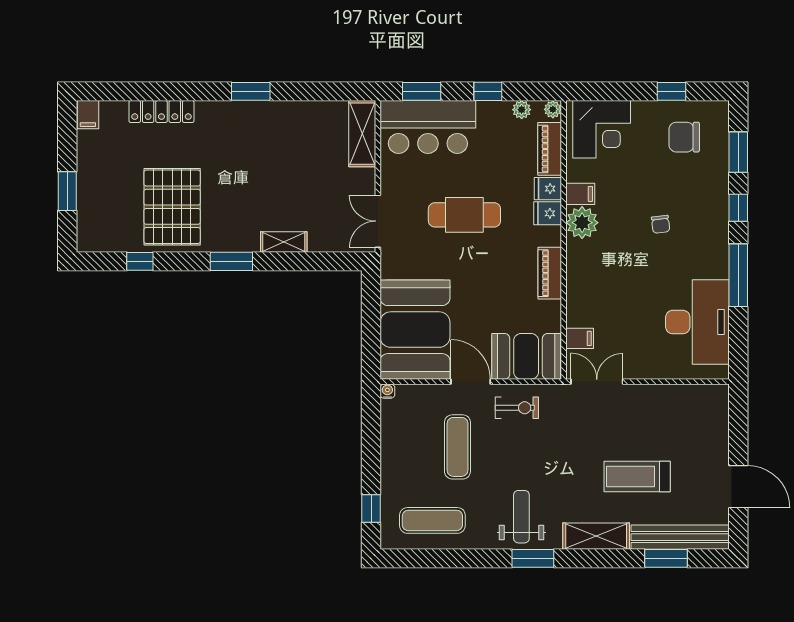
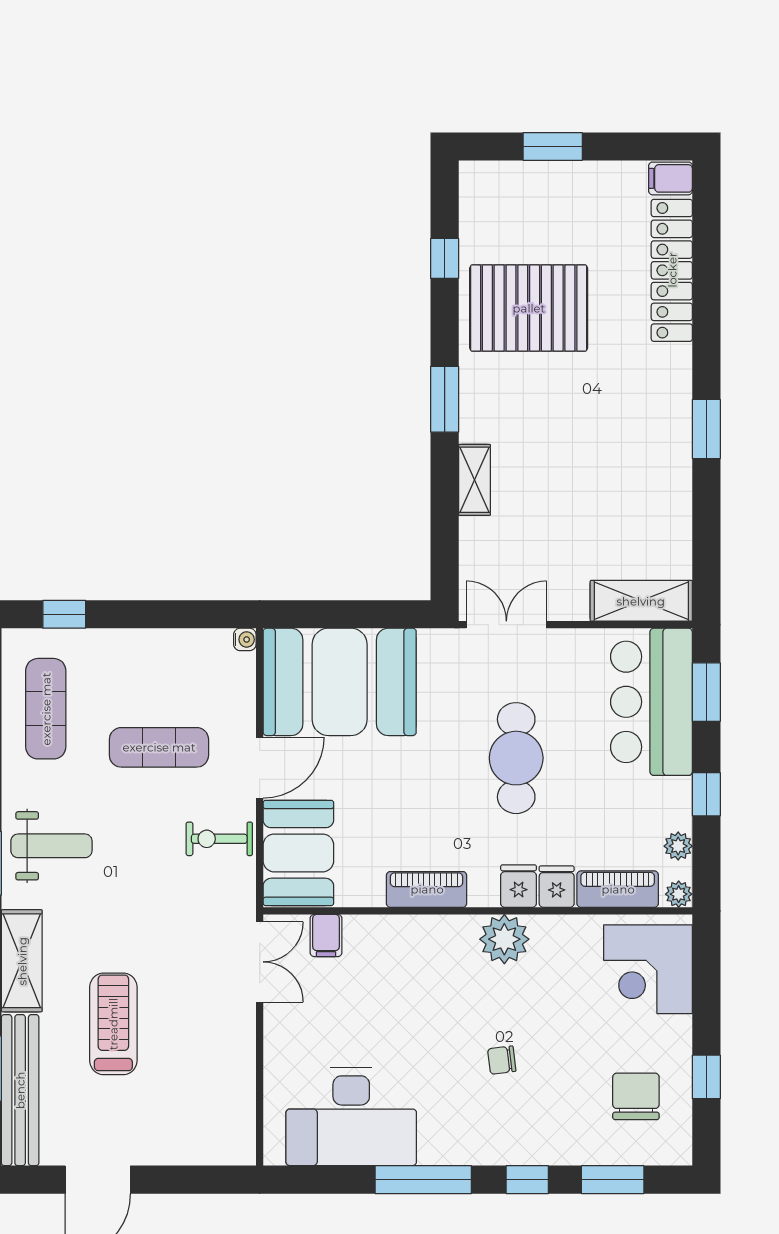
locker: (161, 111) -> (672, 270), width x1.41, depth x1.21
filing cabinet: (580, 194) -> (548, 937), removed
exercise bike: (517, 408) -> (219, 839), turned 90

